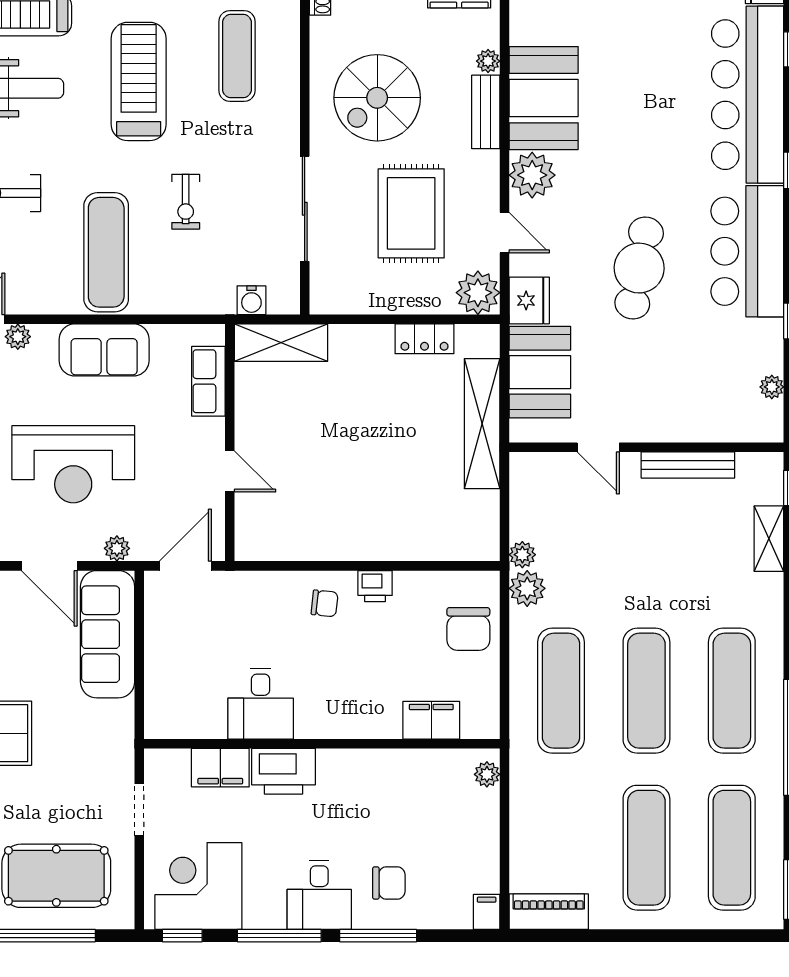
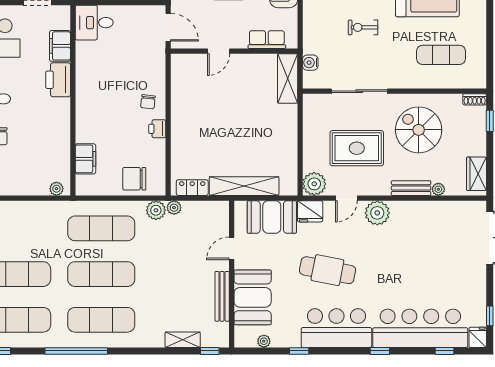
booth: (544, 98) -> (253, 297), moved, turned 90
locker: (424, 339) -> (192, 188), moved, turned 90
desk: (261, 704) -> (94, 23), moved

